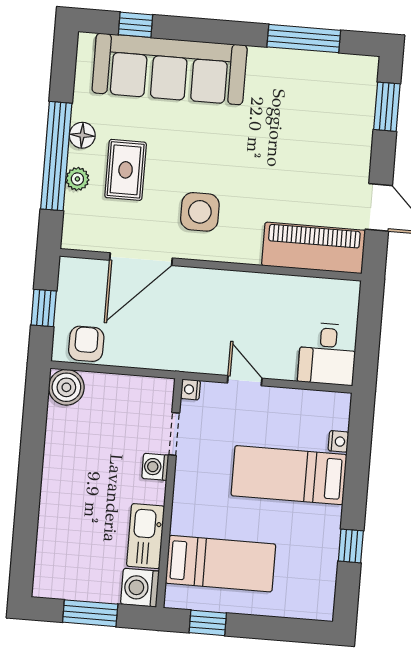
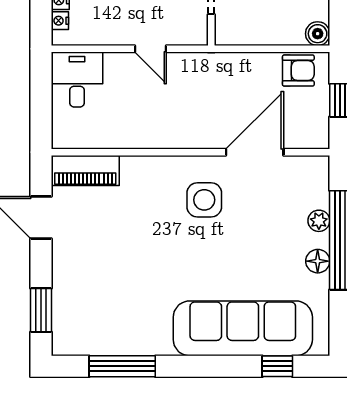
rug: (126, 170) -> (275, 233), removed
piano: (313, 248) -> (85, 170), width x0.73, depth x0.75
armchair: (86, 344) -> (298, 71), turned -90
boiler: (66, 387) -> (318, 34), width x0.73, depth x0.73
nightstand: (190, 389) -> (60, 21), moved, turned 180

